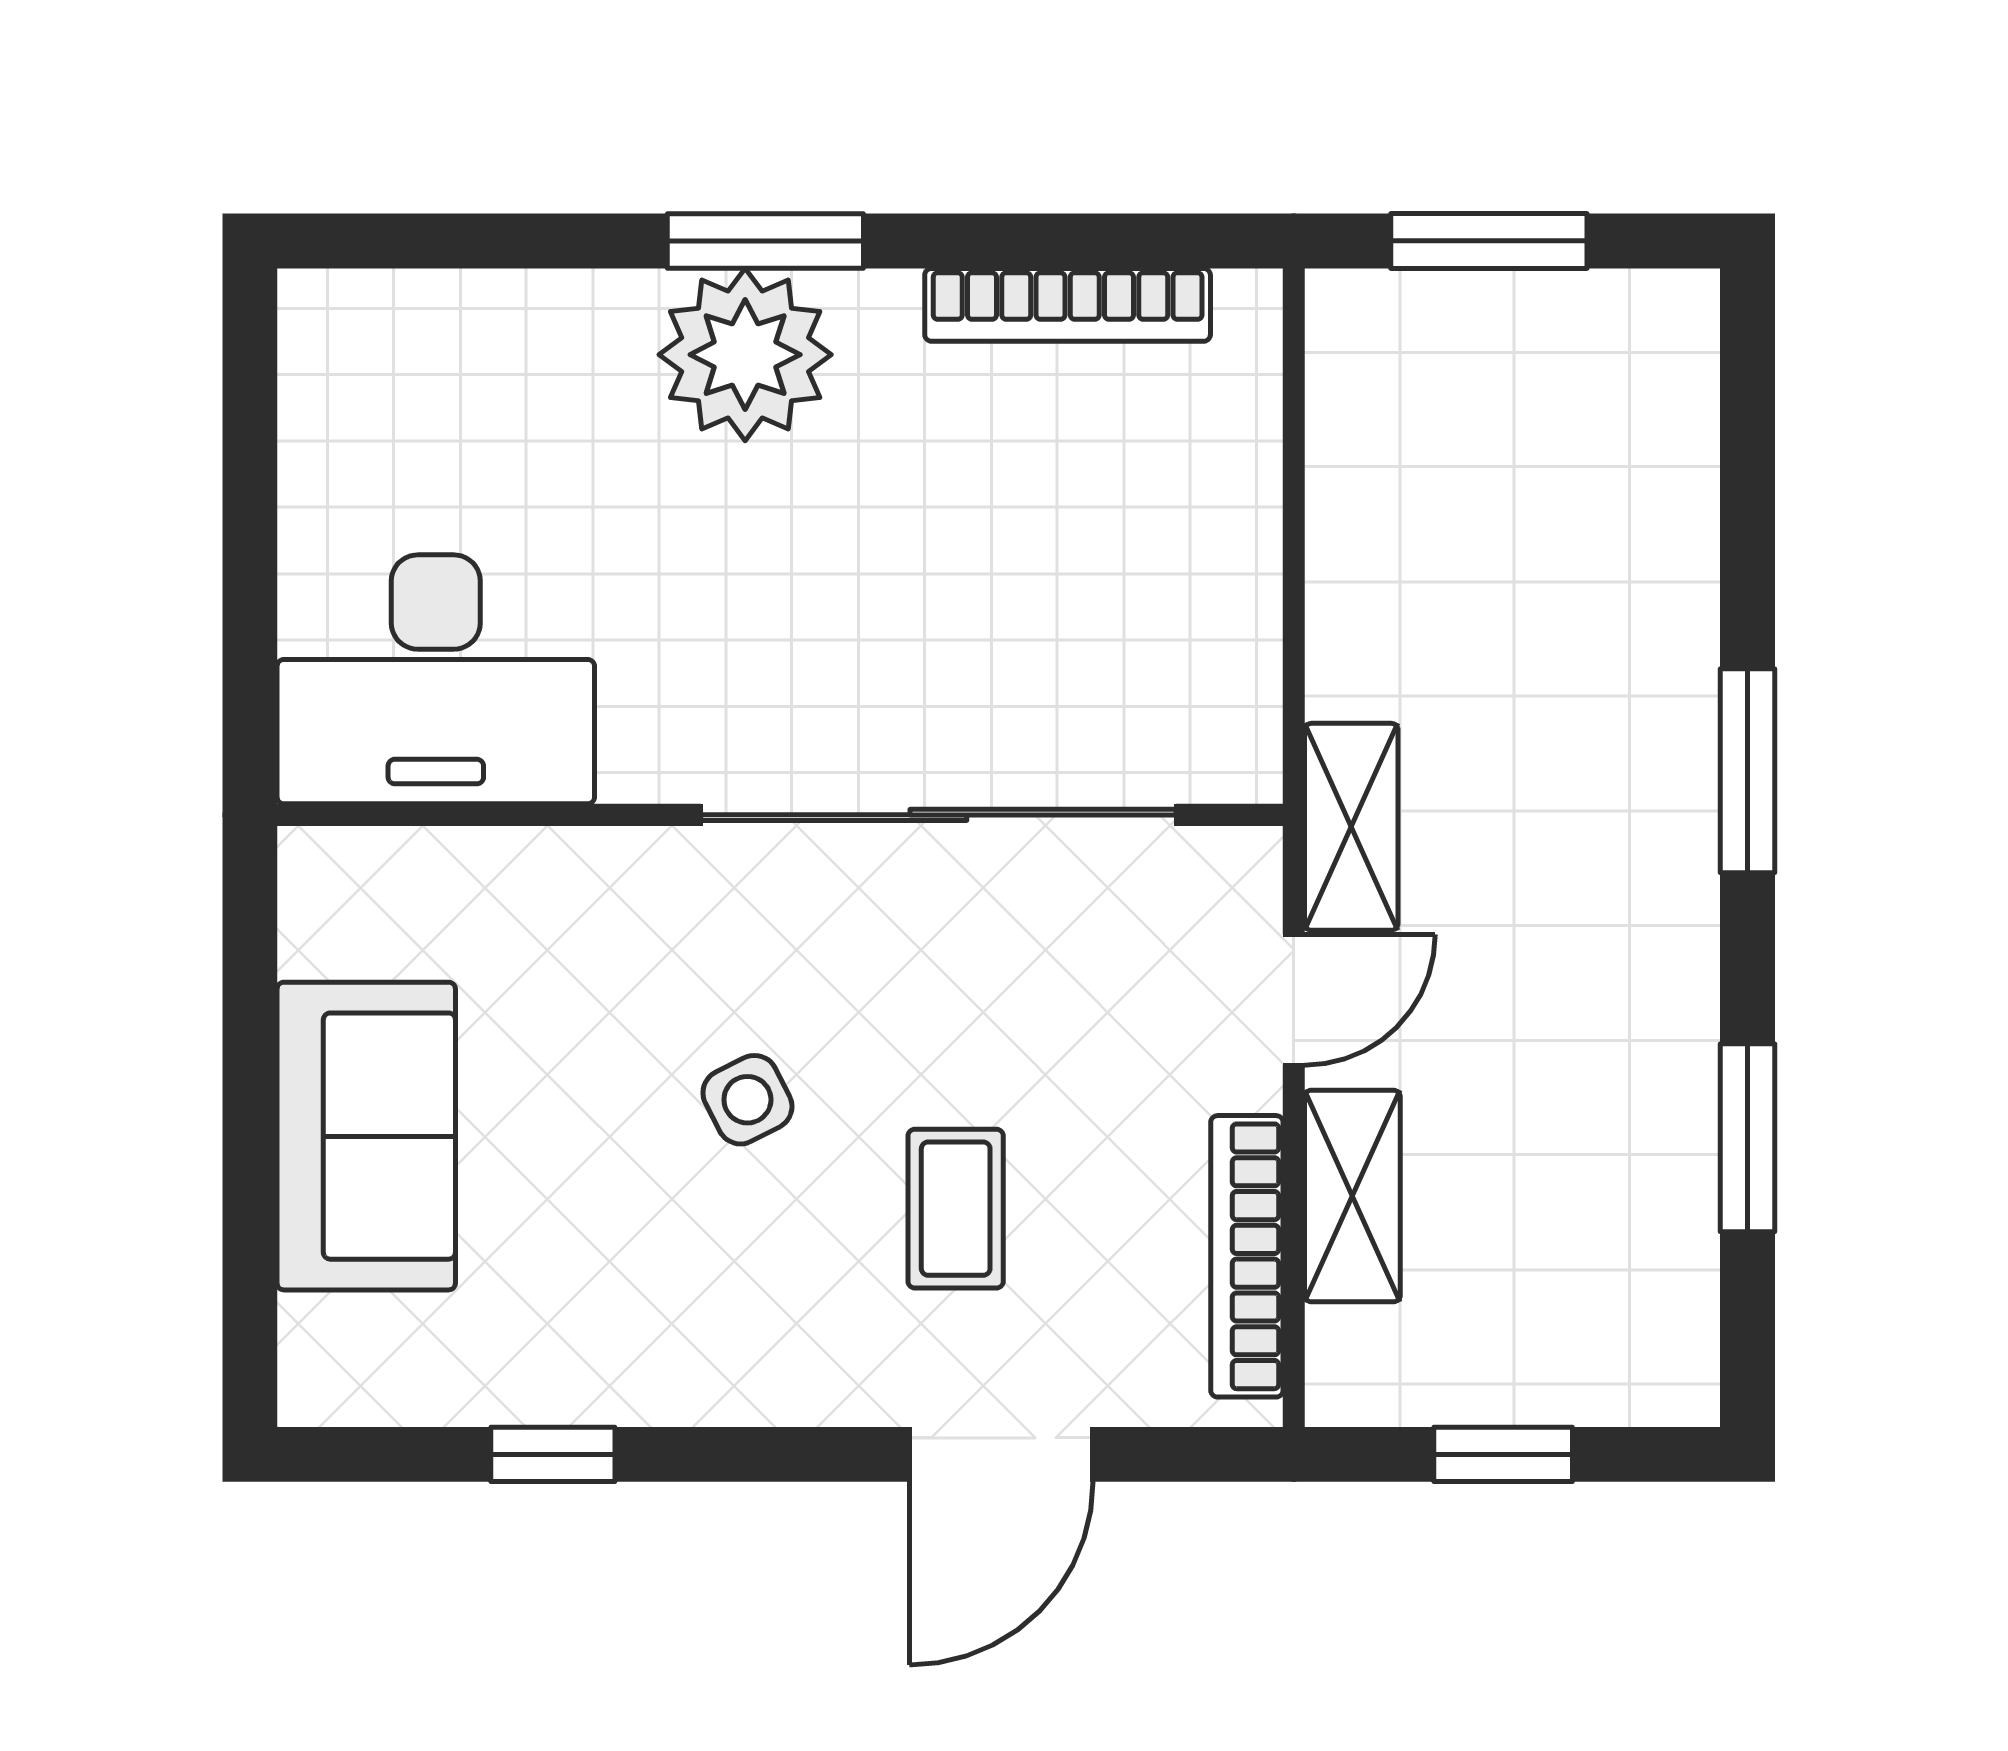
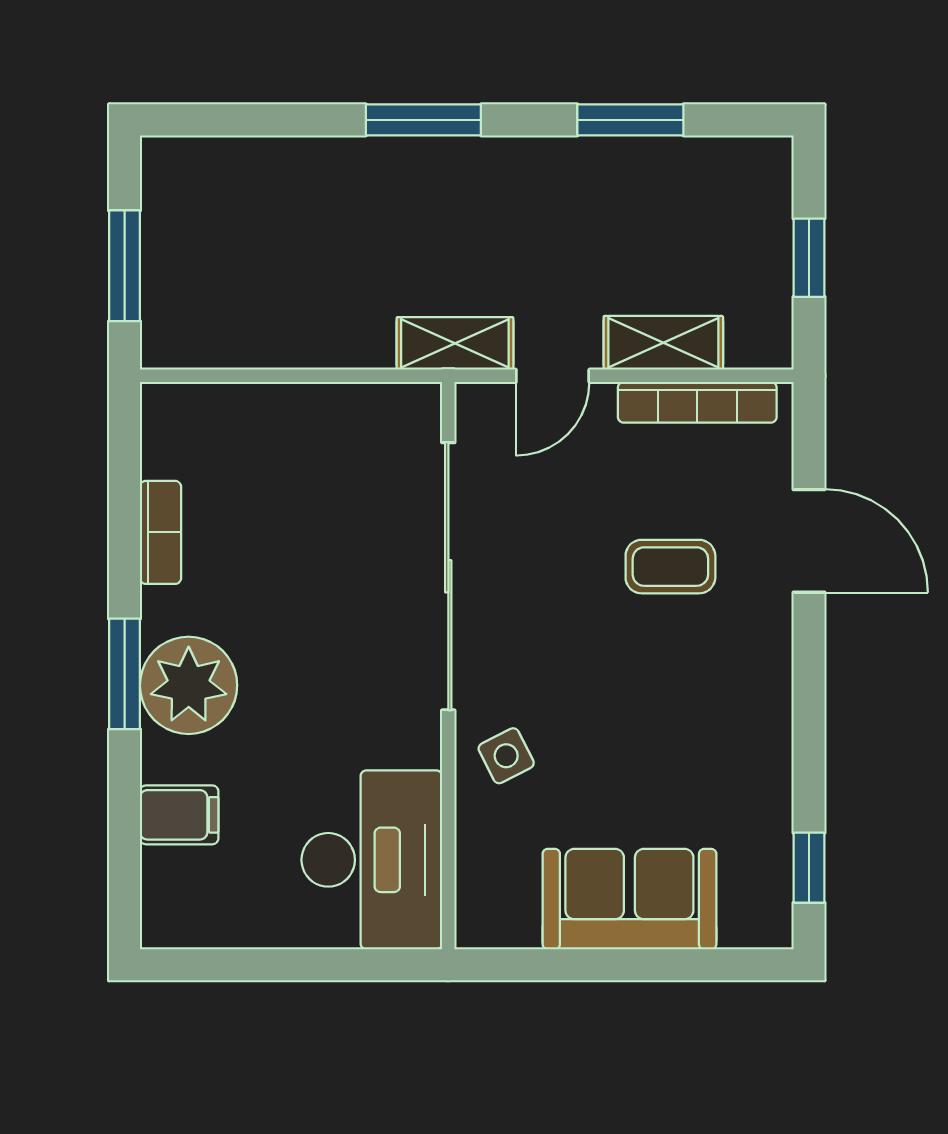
bookcase: (1068, 305) -> (161, 532), width x0.64
filing cabinet: (516, 338) -> (179, 815), added
door: (1294, 1000) -> (553, 376), swing flipped
side table: (747, 1100) -> (506, 756), moved
window: (553, 1454) -> (809, 868), moved

